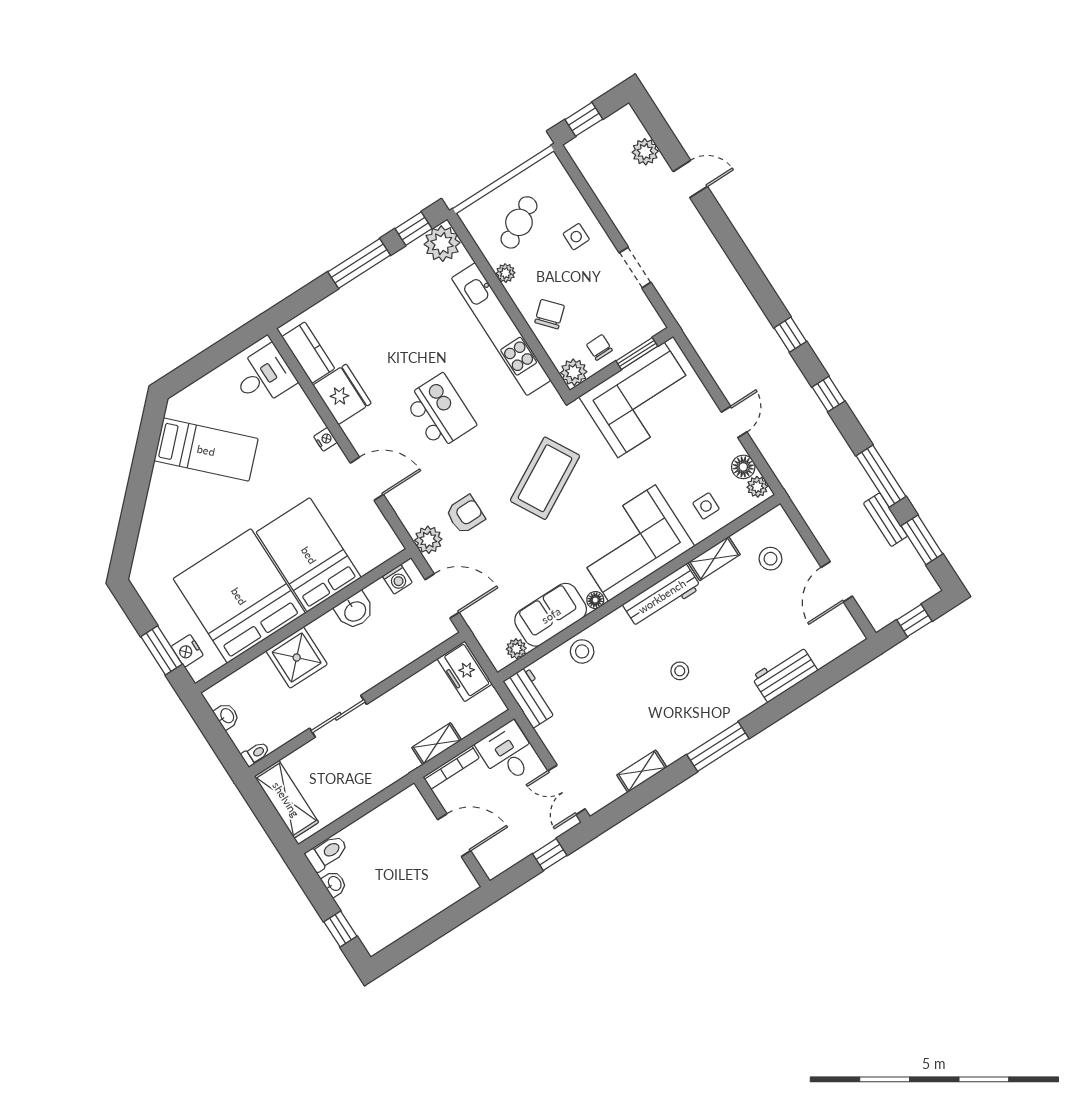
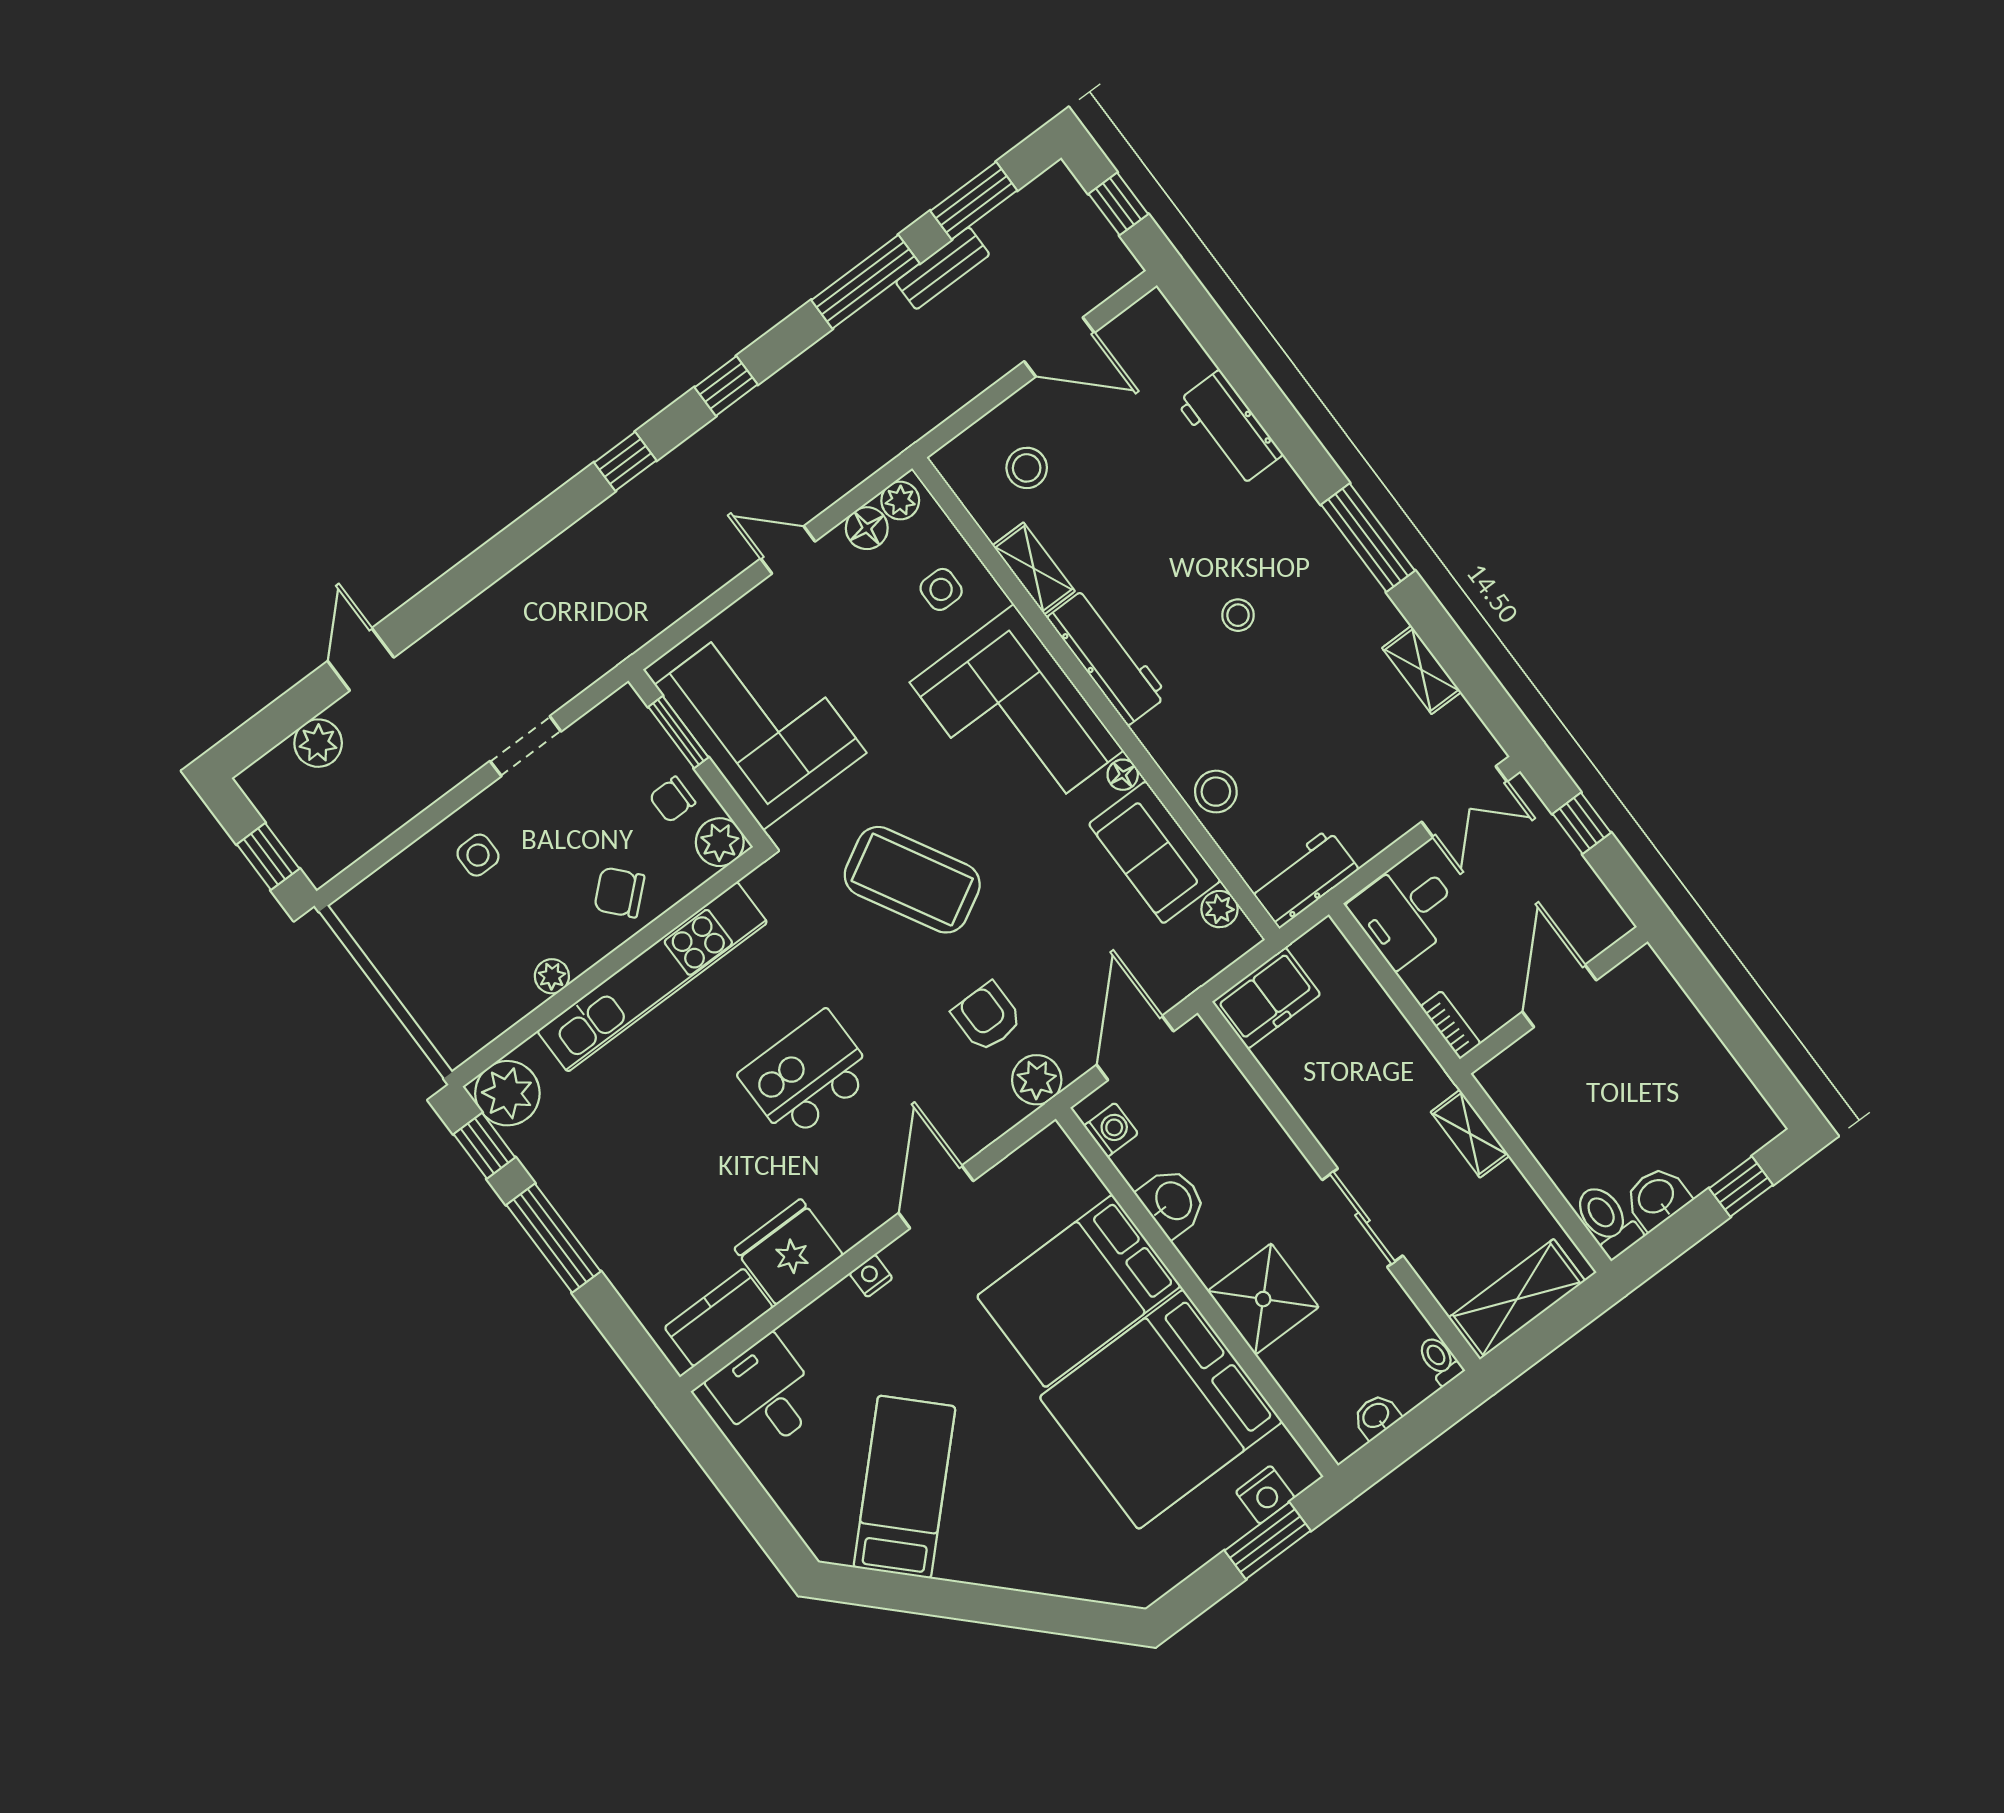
cafe table: (519, 222) -> (460, 959), removed
shelving: (437, 744) -> (1470, 1134), moved
bookcase: (451, 768) -> (1451, 1025), width x0.64
washbasin: (334, 884) -> (1657, 1197), width x1.38, depth x1.45

